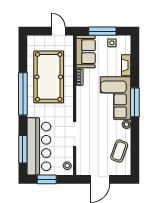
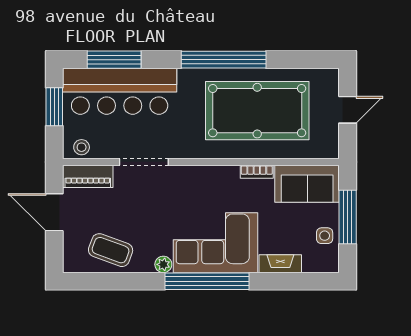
door: (58, 31) -> (348, 110), moved
window: (135, 102) -> (207, 281), width x1.46
piano: (82, 163) -> (88, 176), added

